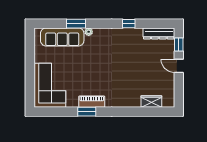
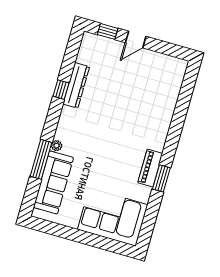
window: (76, 24) -> (41, 159), width x1.44
dresser: (159, 33) -> (76, 85), moved
wardrobe: (151, 102) -> (173, 89), removed

